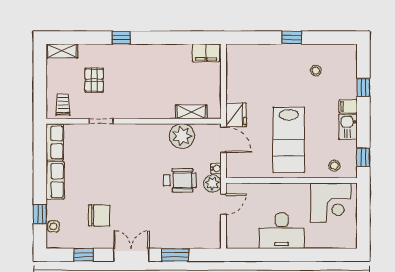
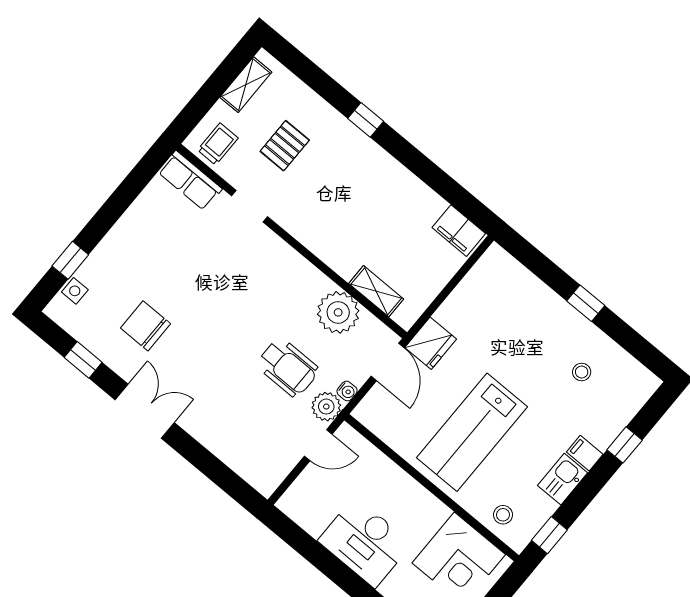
shelving: (62, 51) -> (246, 85), moved, turned 90
row of seats: (55, 142) -> (190, 181), moved, turned 90
row of seats: (55, 180) -> (126, 233), removed
chair: (99, 215) -> (146, 326), turned 180
window: (175, 255) -> (201, 458), removed

